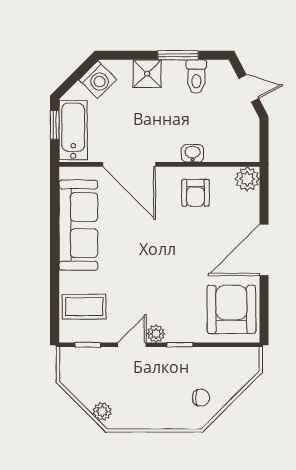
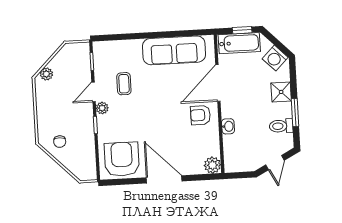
armchair: (195, 193) -> (200, 115), moved
coffee table: (84, 307) -> (124, 84), moved, width x0.73, depth x0.77
armchair: (231, 309) -> (122, 159), turned -90
door: (132, 345) -> (94, 92), swing flipped

